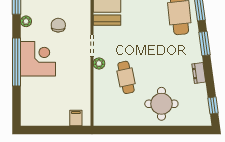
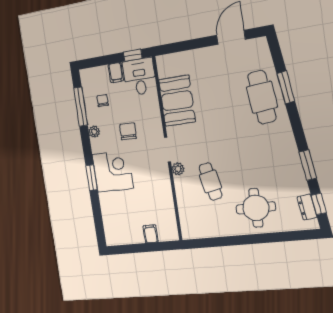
window: (204, 43) -> (308, 165), moved
window: (17, 62) -> (92, 178), width x0.47
dresser: (199, 73) -> (307, 207), moved
filing cabinet: (76, 118) -> (151, 234), moved

